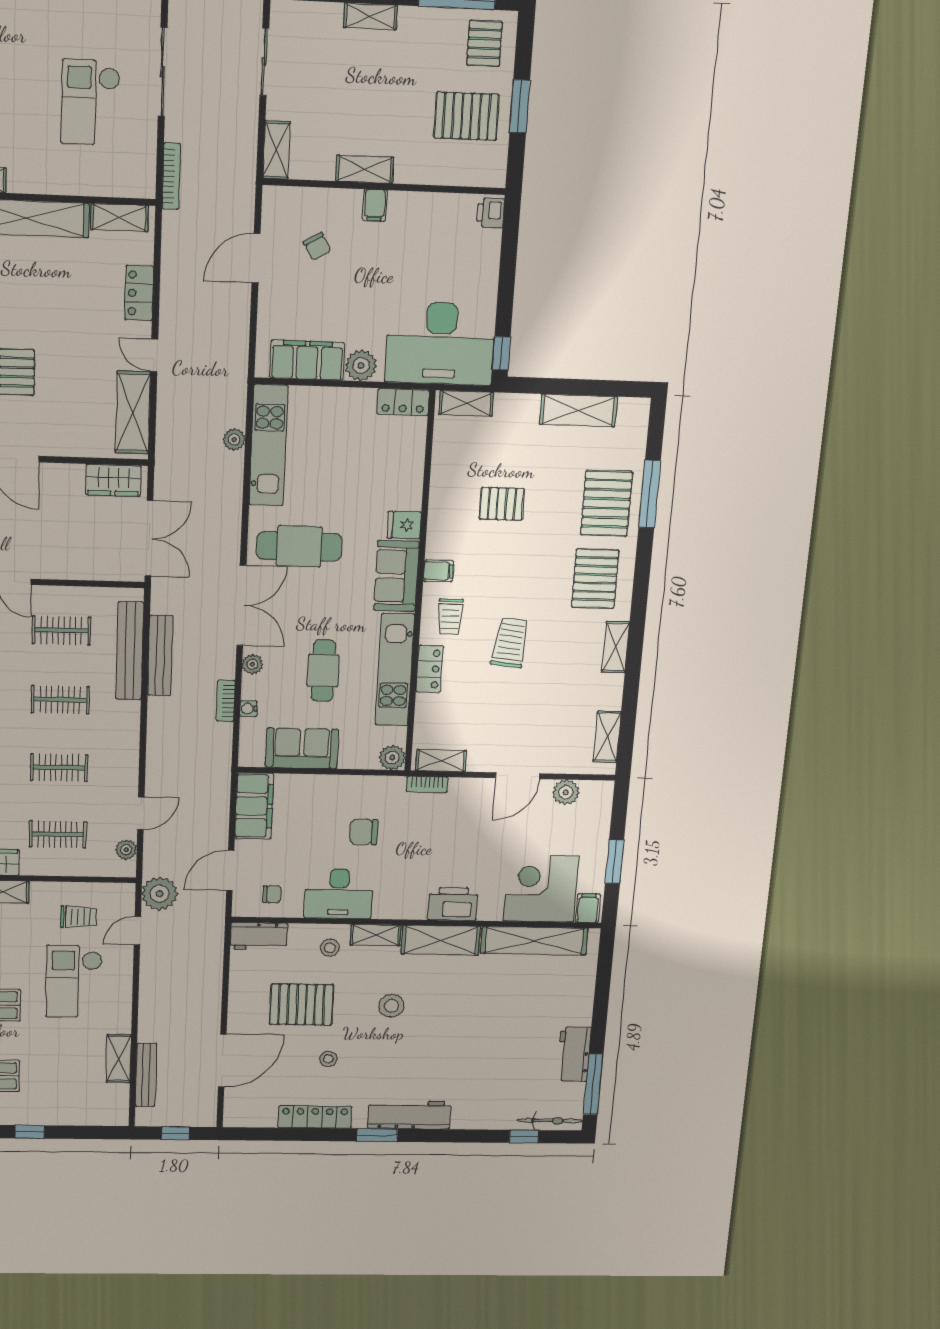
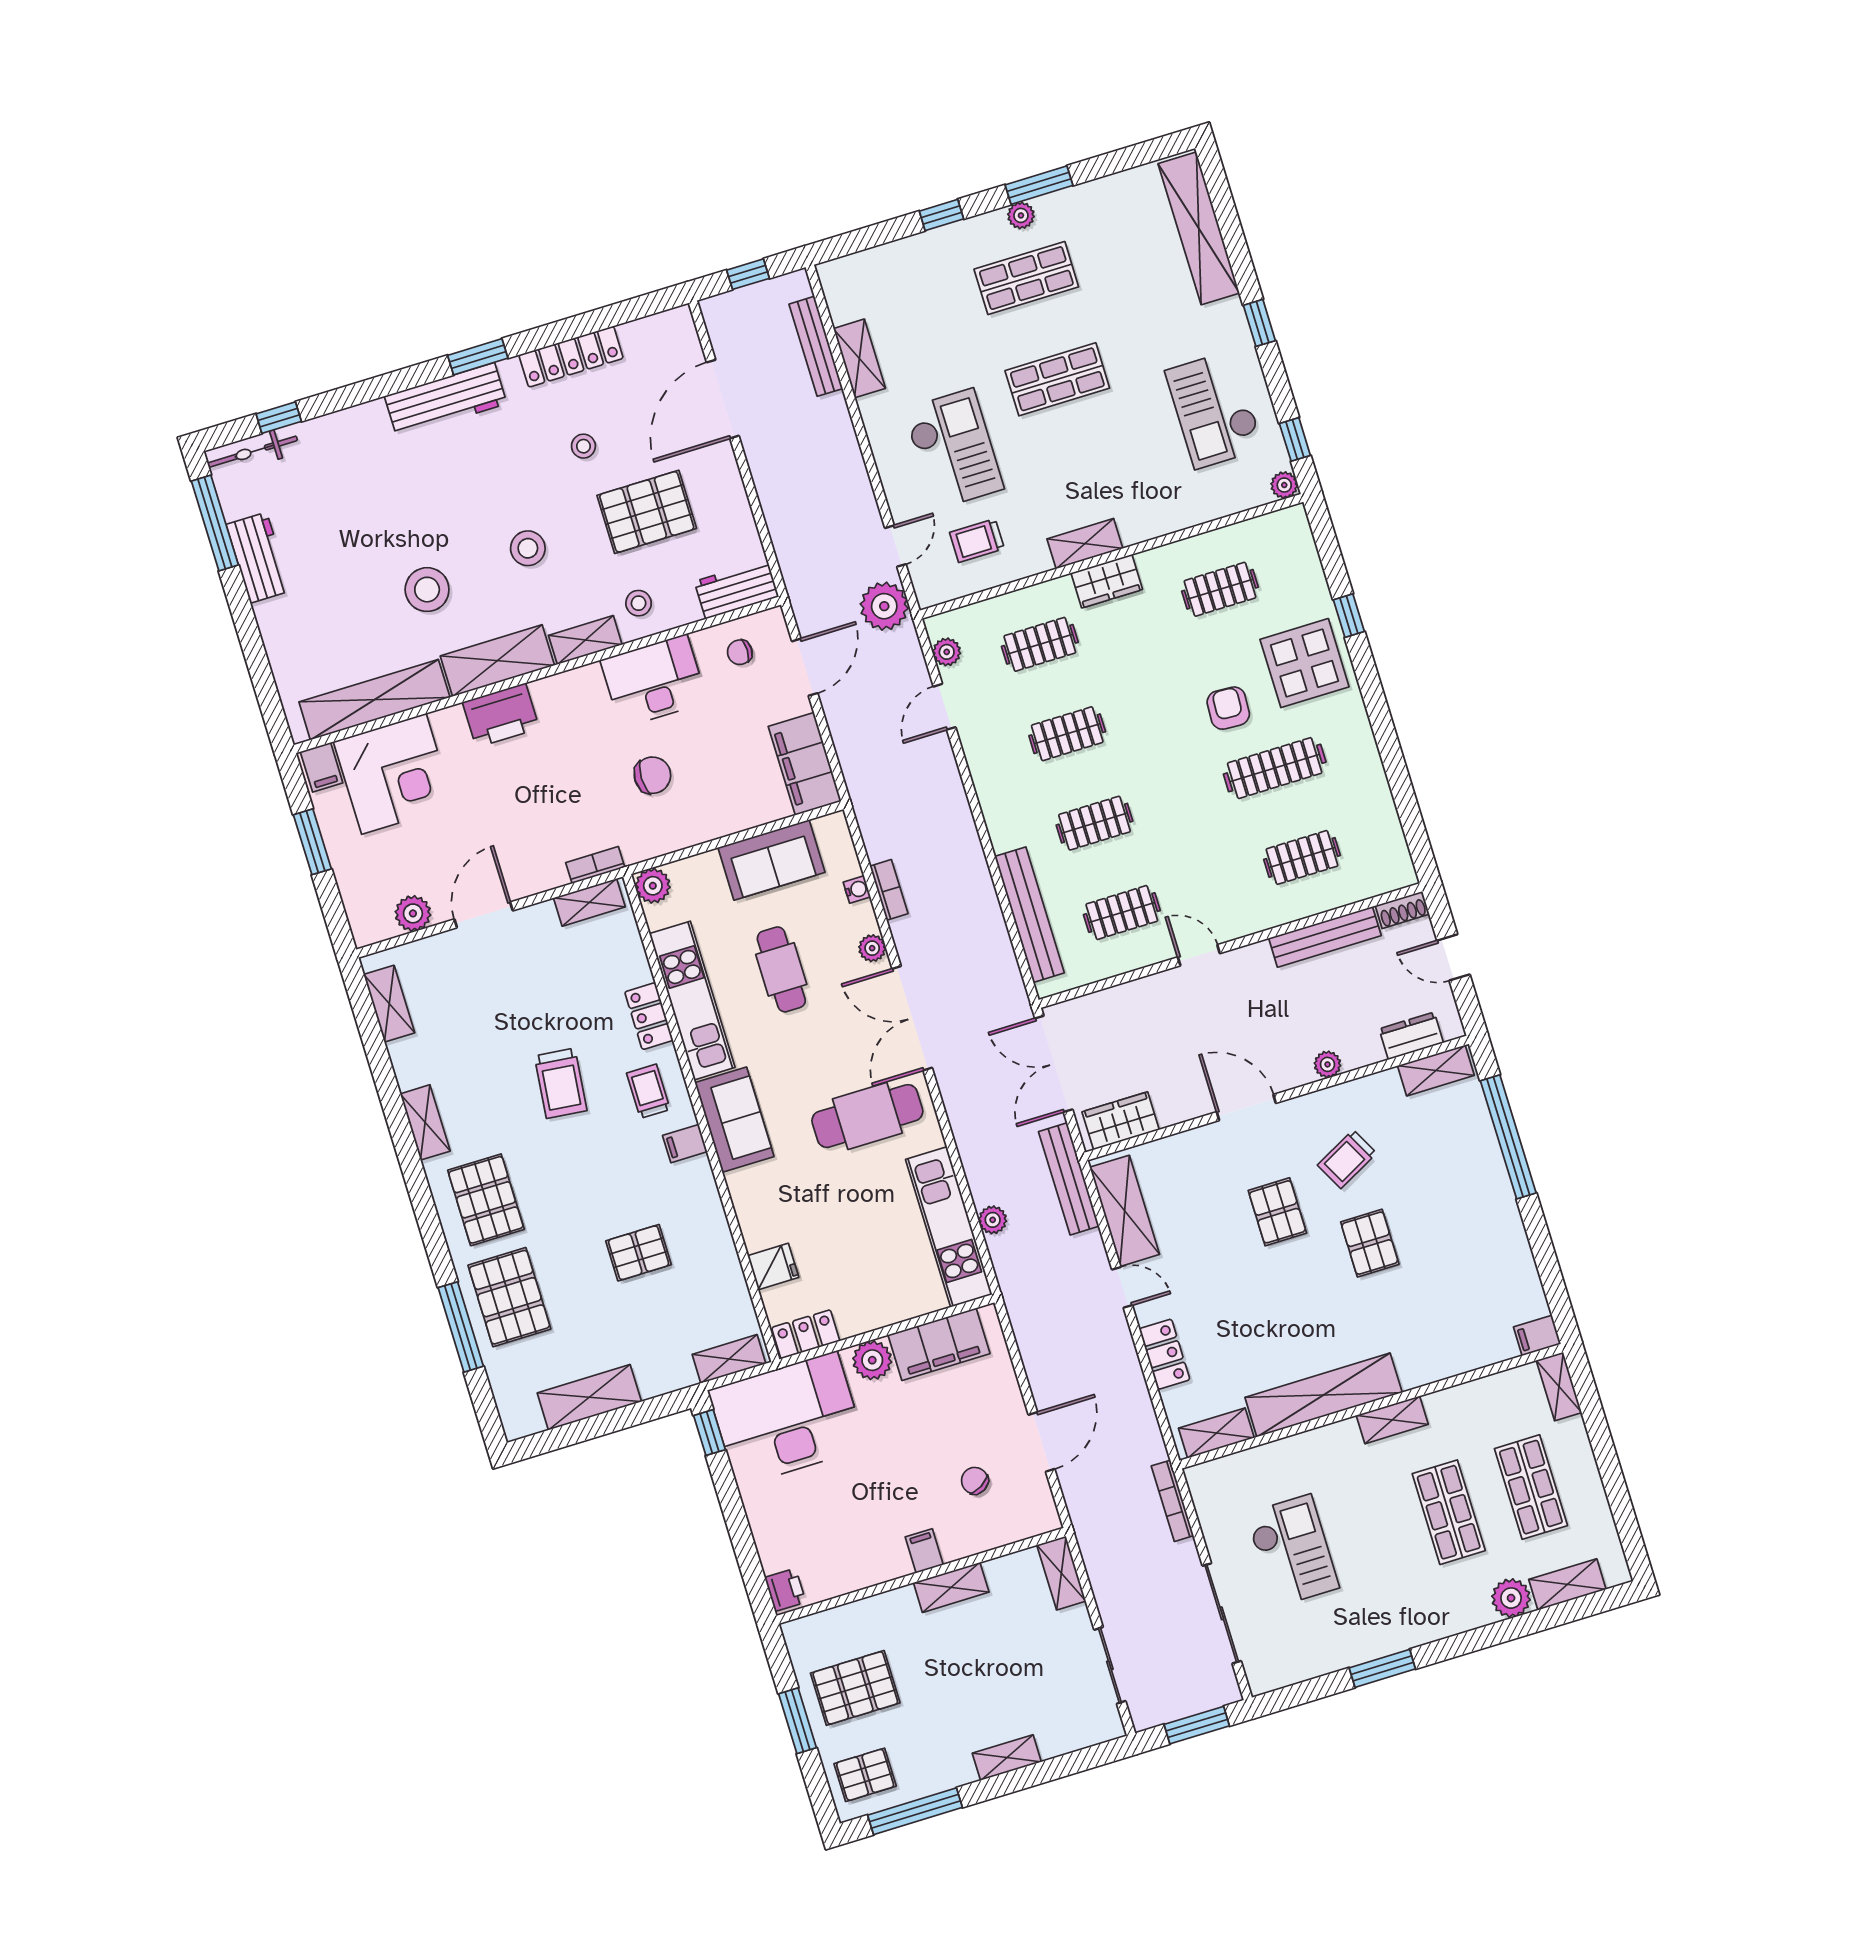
pallet: (484, 43) -> (865, 1775), turned 90
fridge: (404, 525) -> (773, 1266), moved
bench: (160, 656) -> (1069, 1179), moved
stool: (470, 1000) -> (427, 590), added

